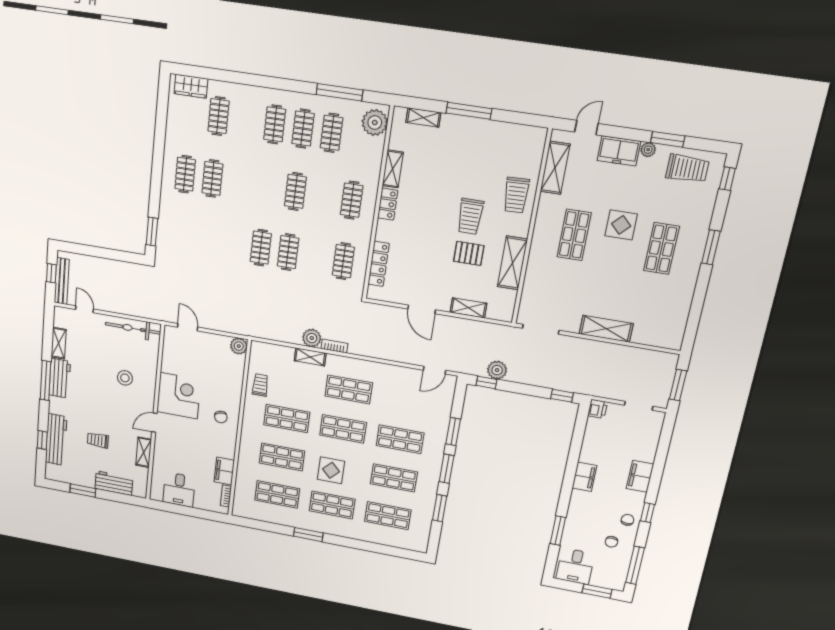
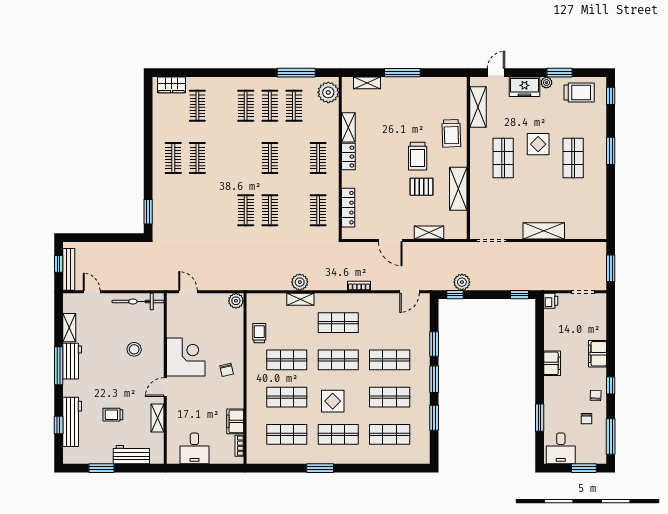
bookcase: (334, 346) -> (359, 286), moved

